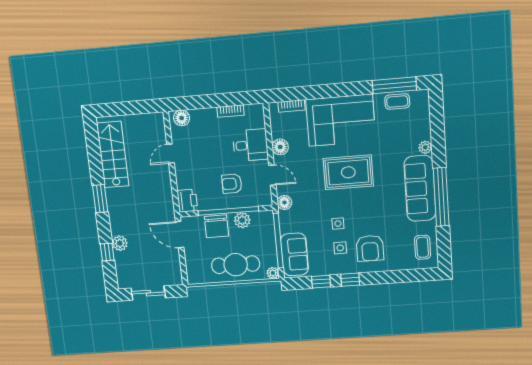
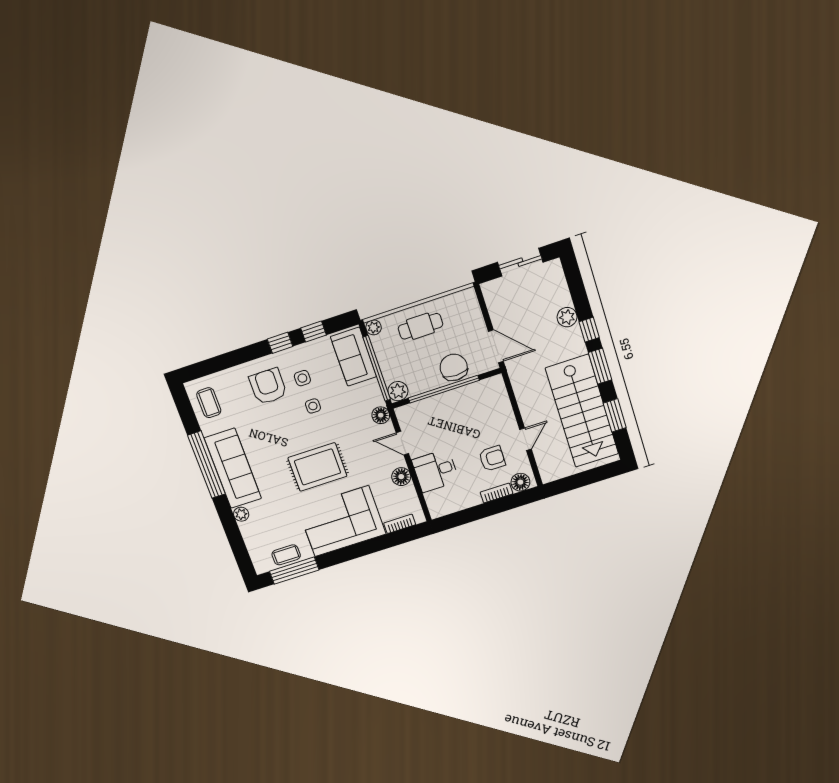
bookcase: (231, 111) -> (496, 493), moved
stairs: (113, 155) -> (582, 411), width x1.36, depth x1.51
window: (95, 156) -> (615, 415), added
armchair: (232, 184) -> (492, 458), moved
printer: (187, 201) -> (495, 389), removed
plant: (242, 220) -> (398, 391), moved
window: (107, 252) -> (589, 330), moved
cafe table: (236, 265) -> (420, 326), width x0.73, depth x0.74

